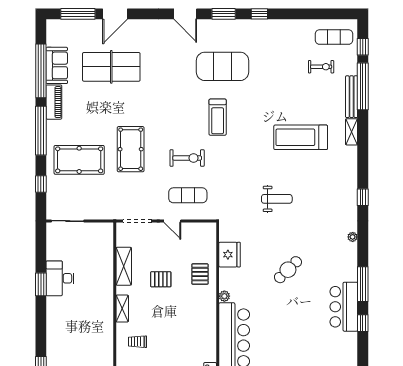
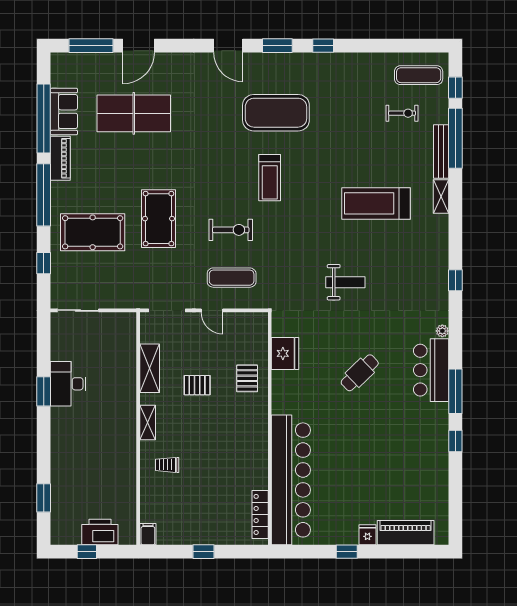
plant: (224, 296) -> (278, 407), removed
bar counter: (344, 307) -> (431, 370), moved

